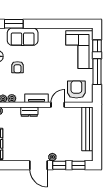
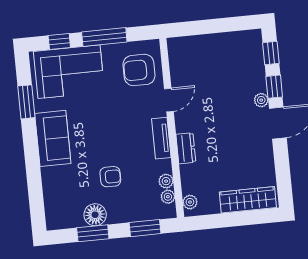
window: (14, 24) -> (26, 102), moved
sofa: (23, 37) -> (53, 138), moved
door: (58, 105) -> (169, 100), swing flipped
bench: (87, 129) -> (206, 44), removed

